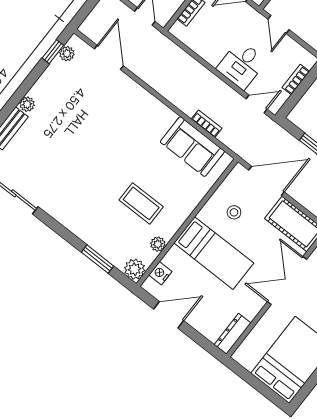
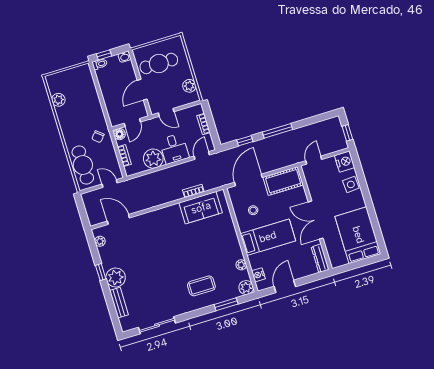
plant: (212, 48) -> (153, 159), added
window: (53, 52) -> (101, 272), moved
plant: (27, 104) -> (116, 277), width x1.87, depth x1.87
coffee table: (141, 203) -> (201, 286), moved
double door: (287, 281) -> (316, 220), moved

